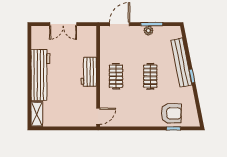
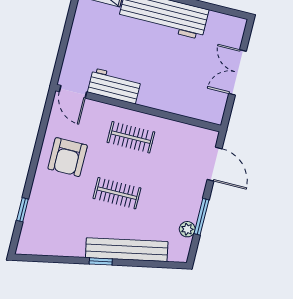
plant: (148, 31) -> (187, 229), moved
workbench: (89, 72) -> (114, 86), moved
armchair: (171, 113) -> (68, 157), moved

